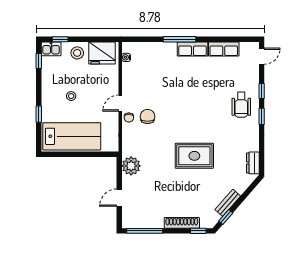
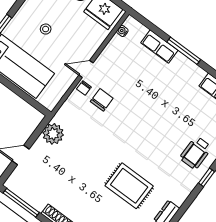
row of seats: (192, 49) -> (159, 47), moved
rug: (194, 156) -> (129, 186), moved

